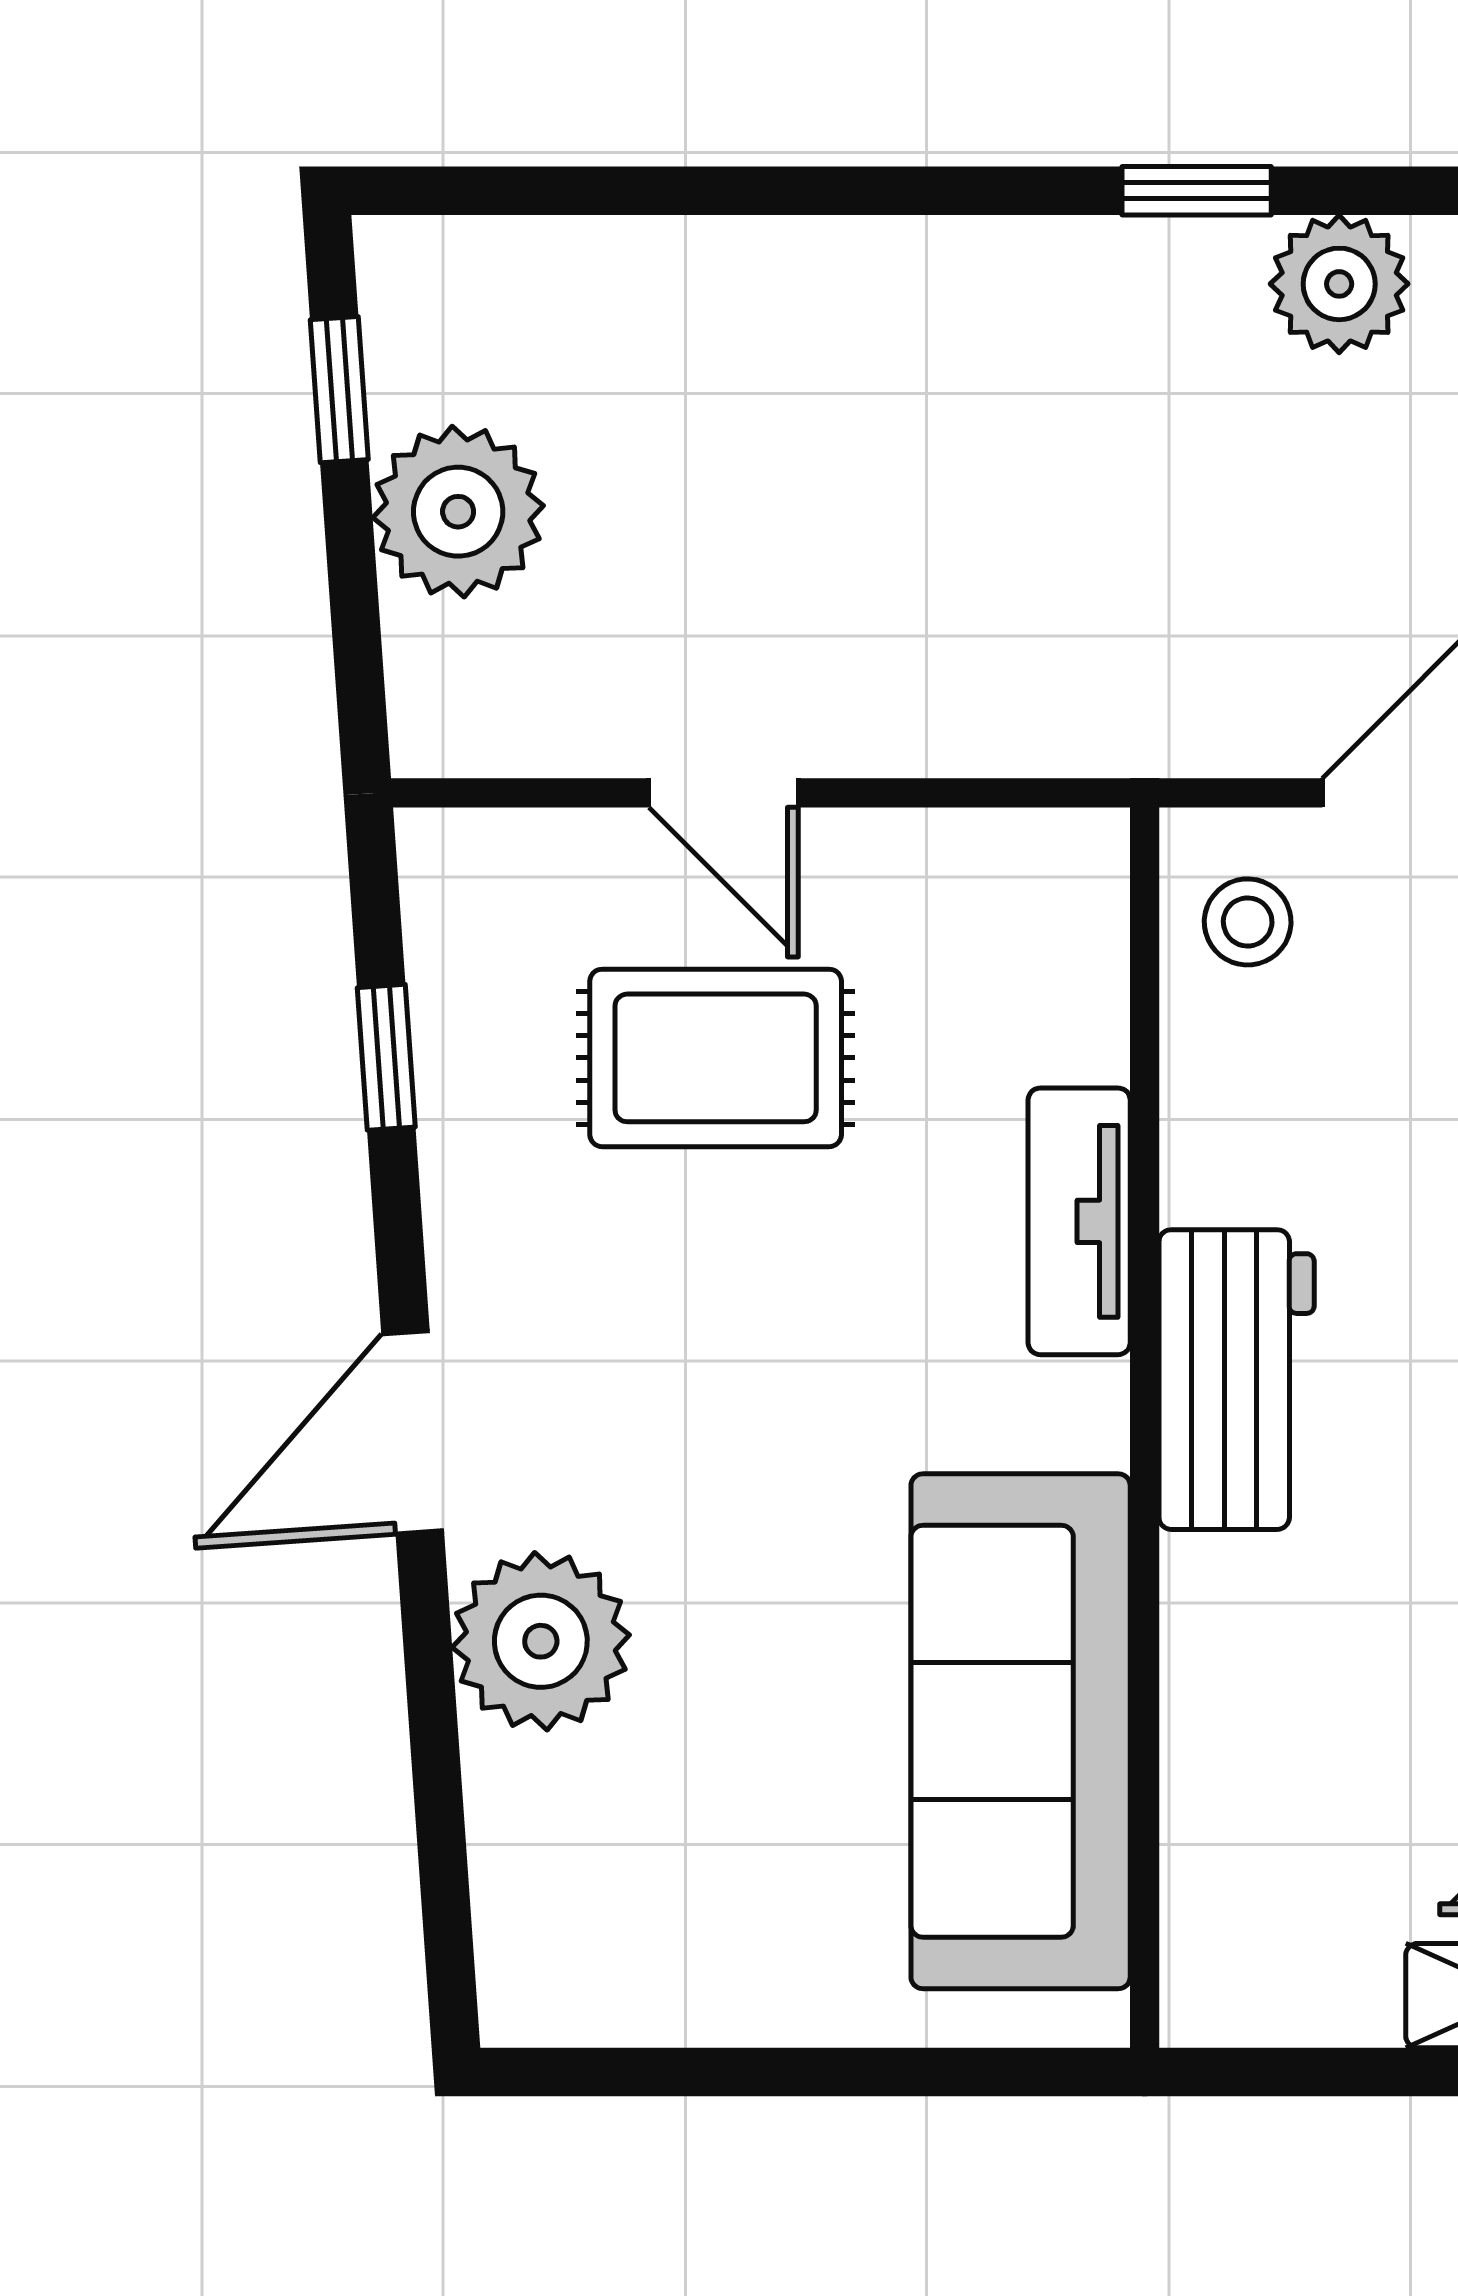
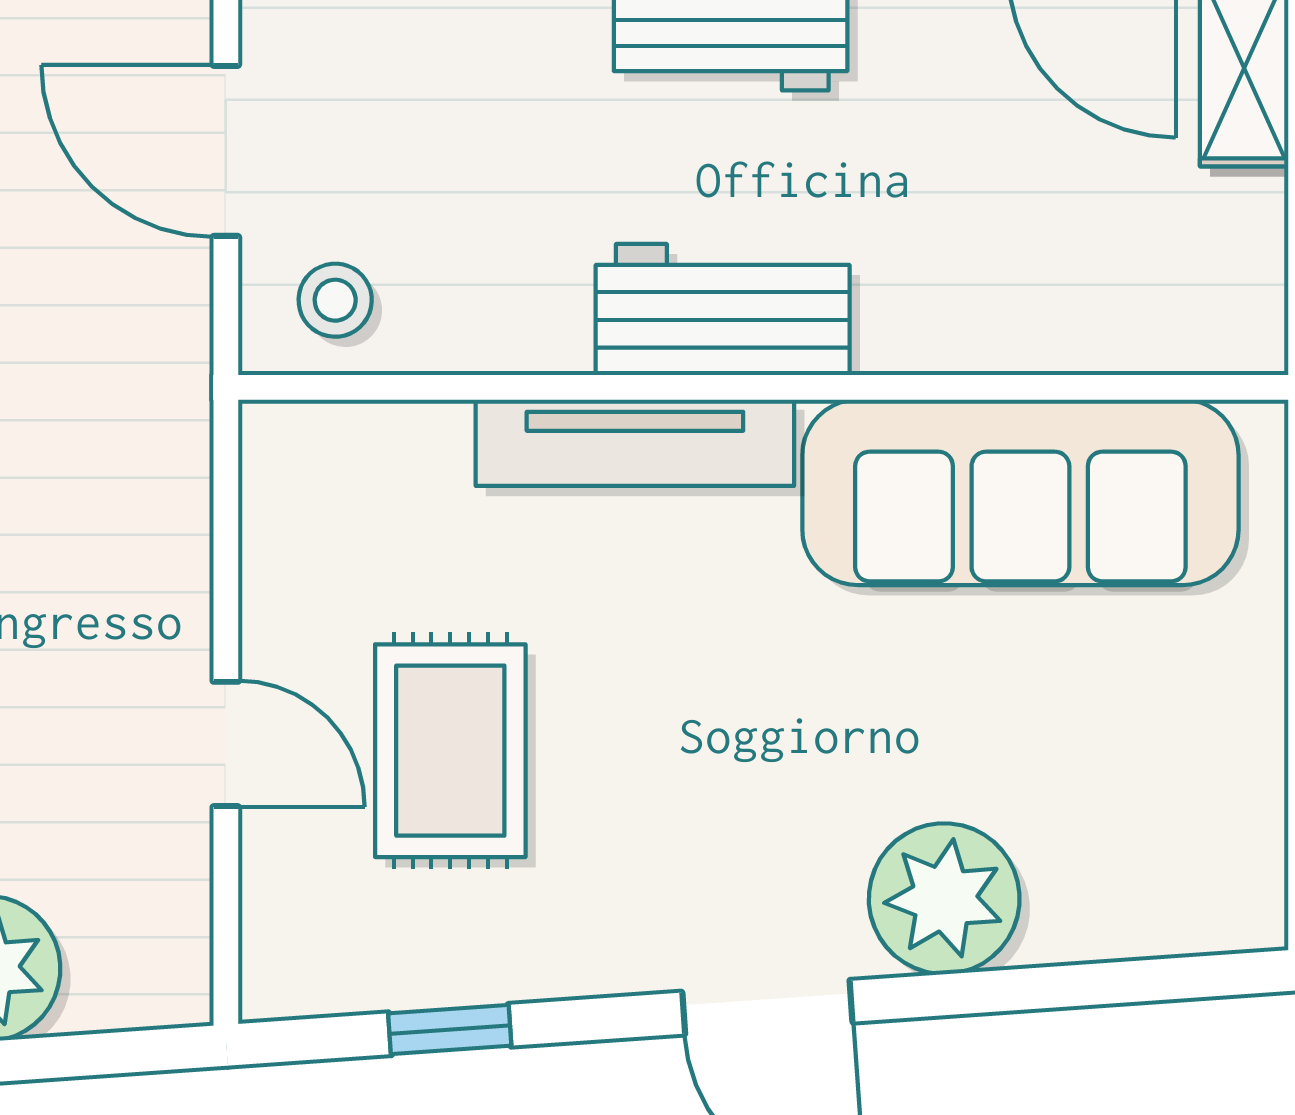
door: (724, 793) -> (226, 744), hinge flipped
tv unit: (1079, 1221) -> (635, 443), width x1.41

